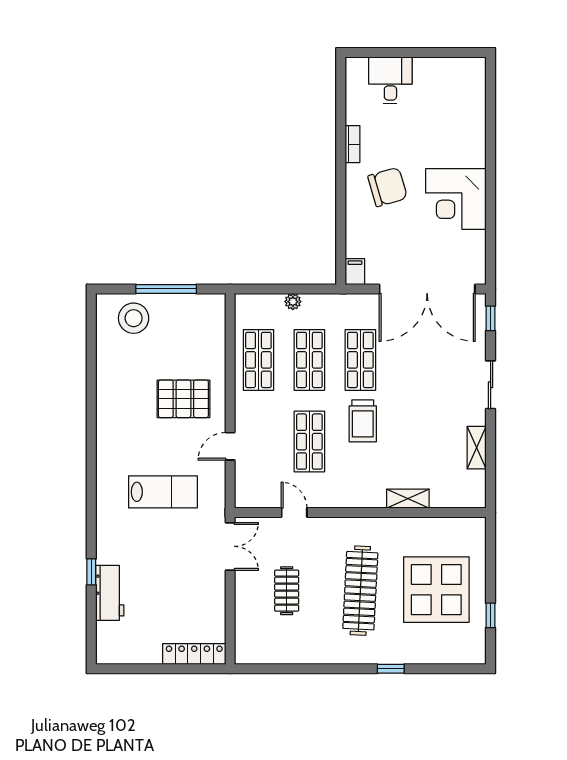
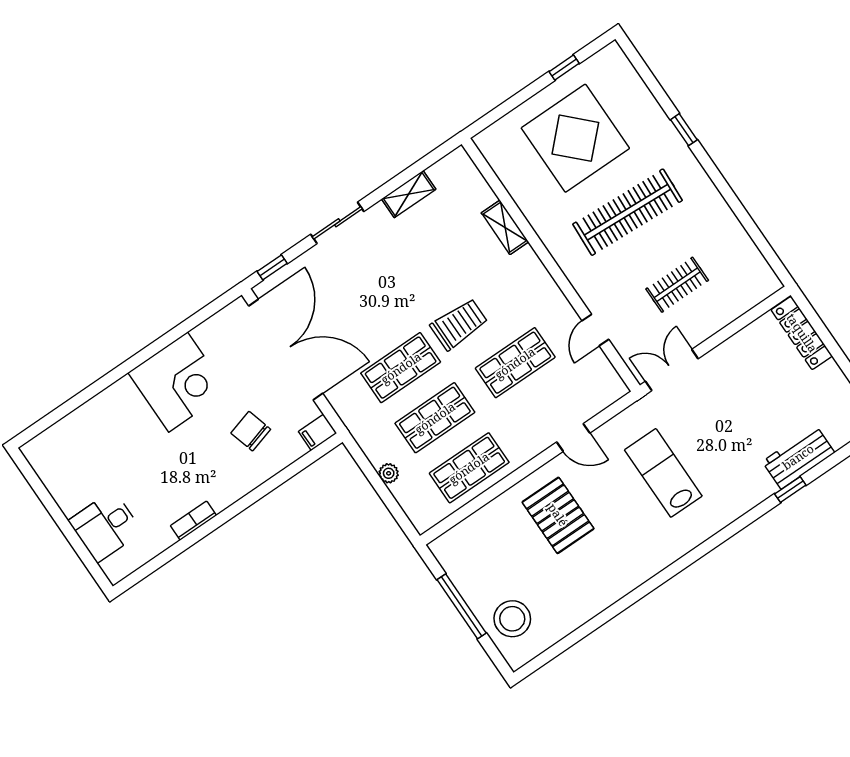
chair: (388, 187) -> (251, 431), moved, width x0.73, depth x0.73

